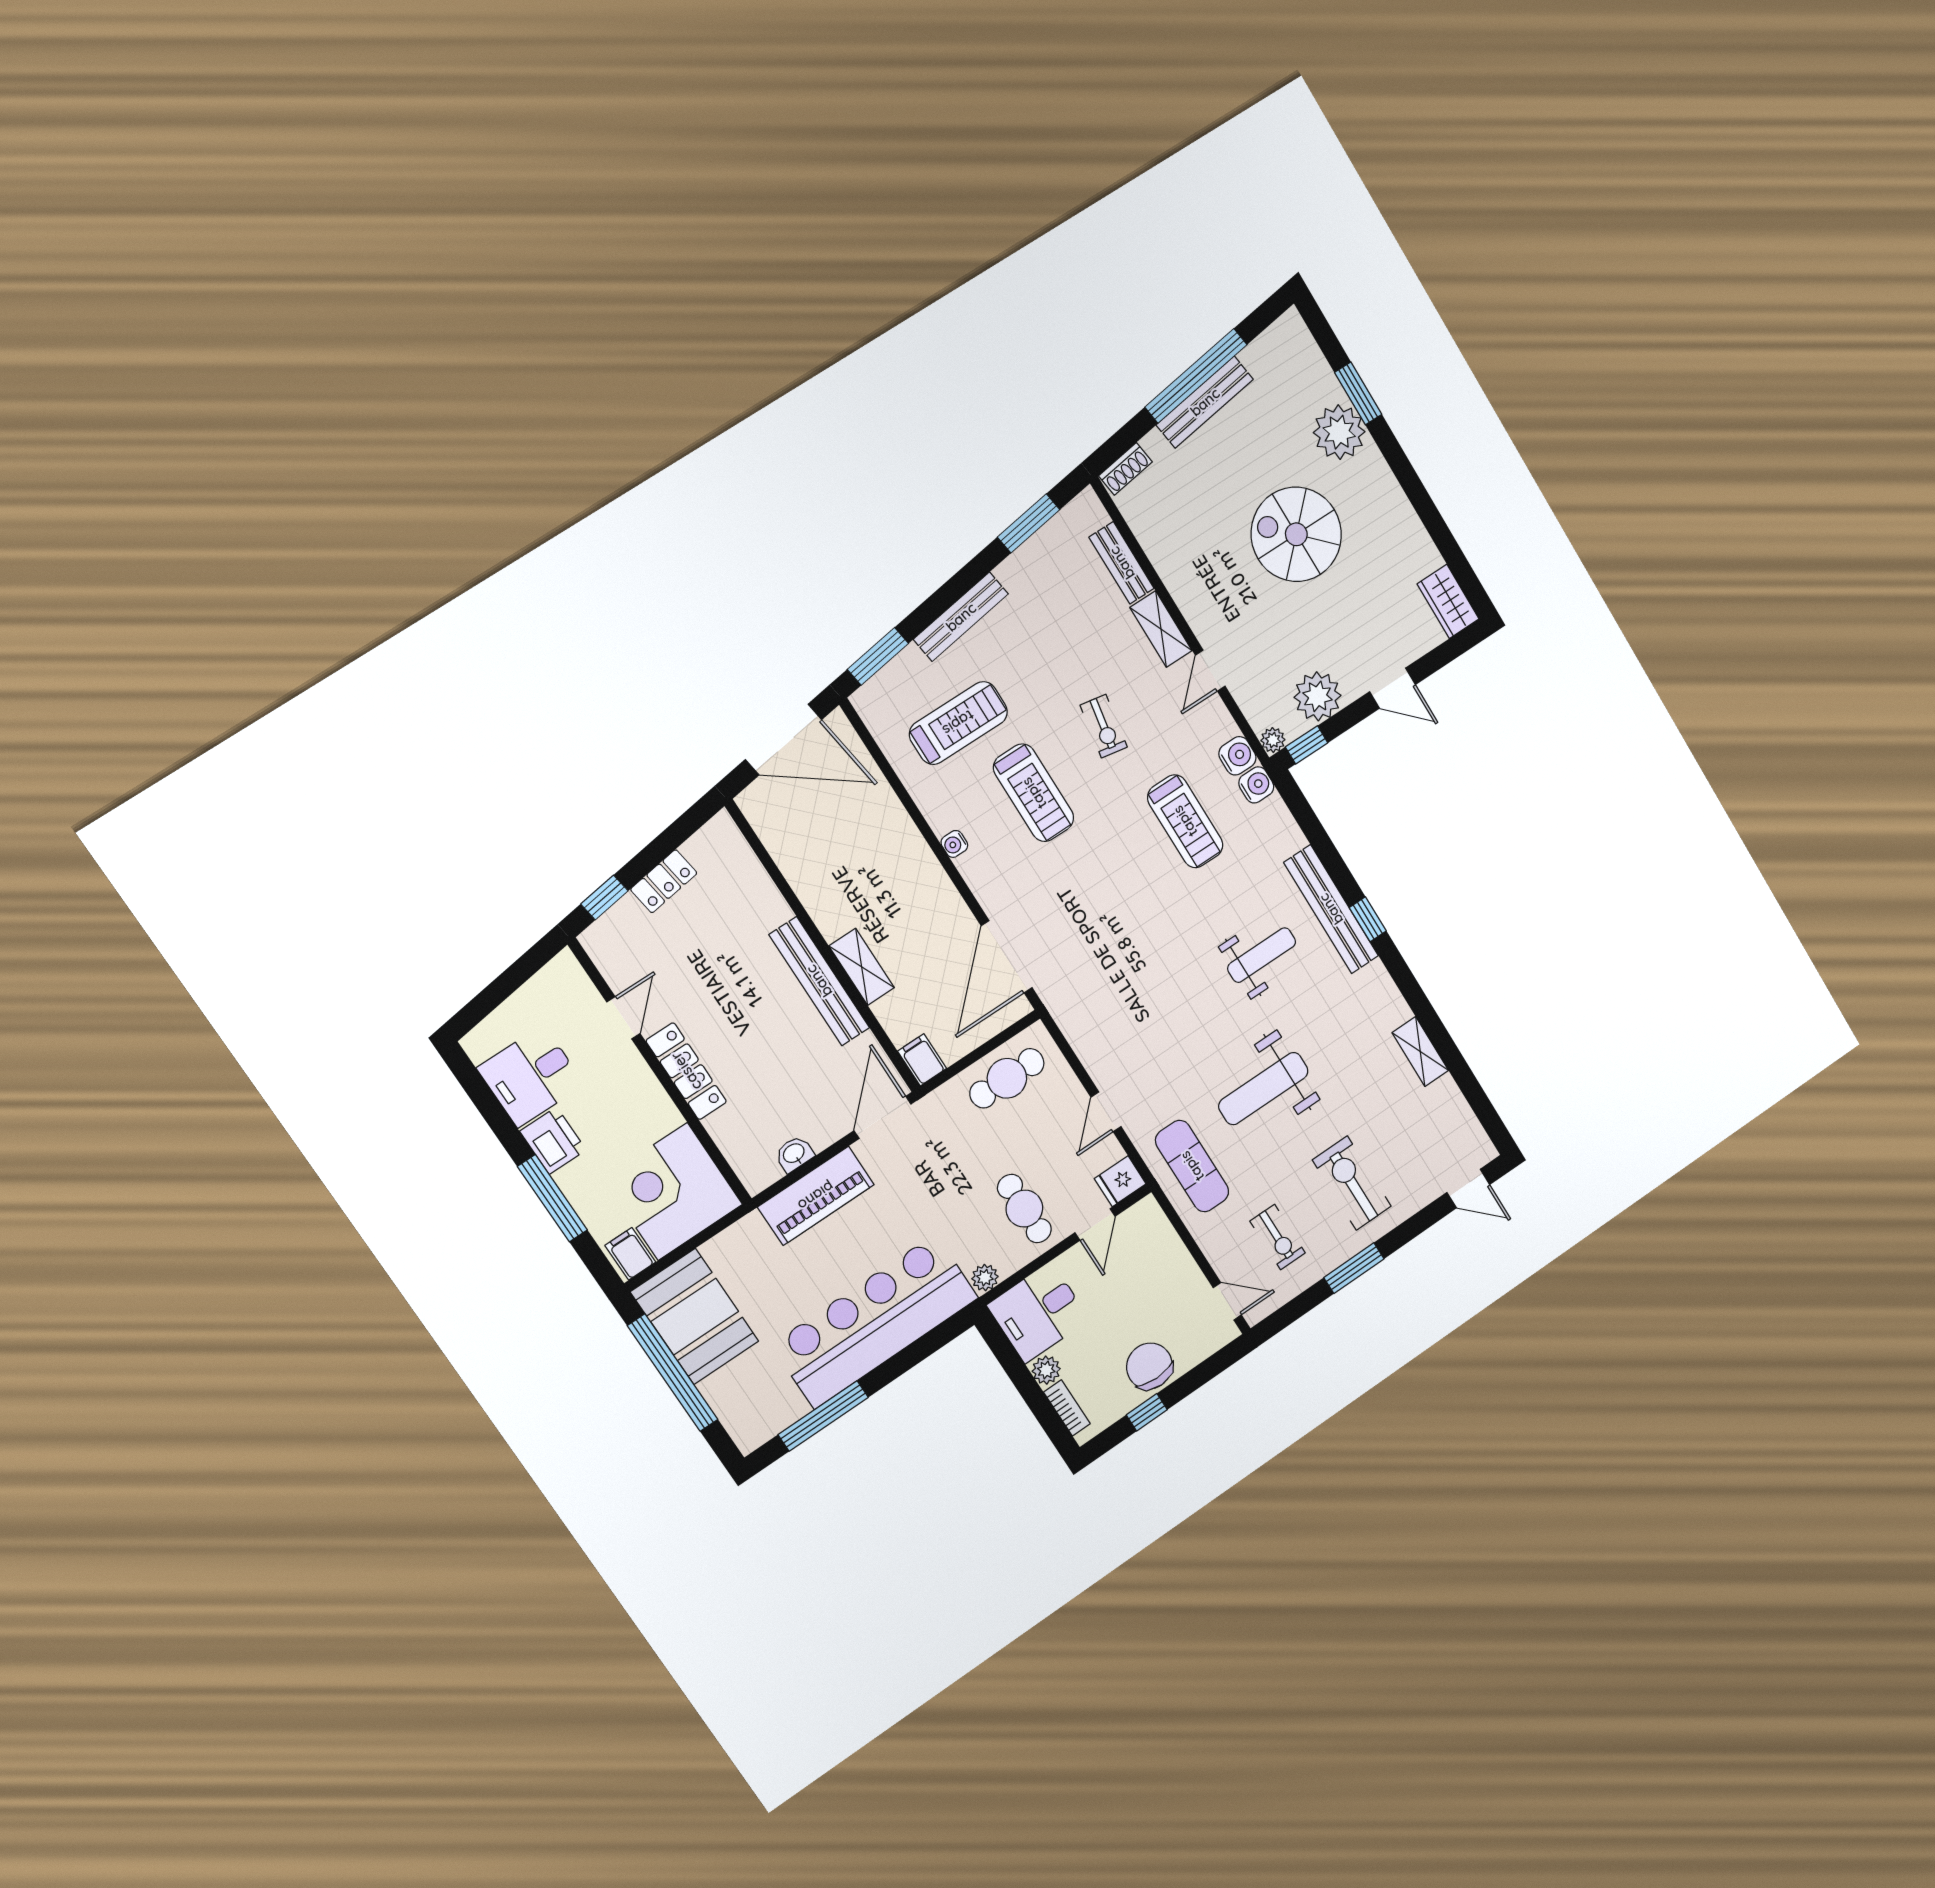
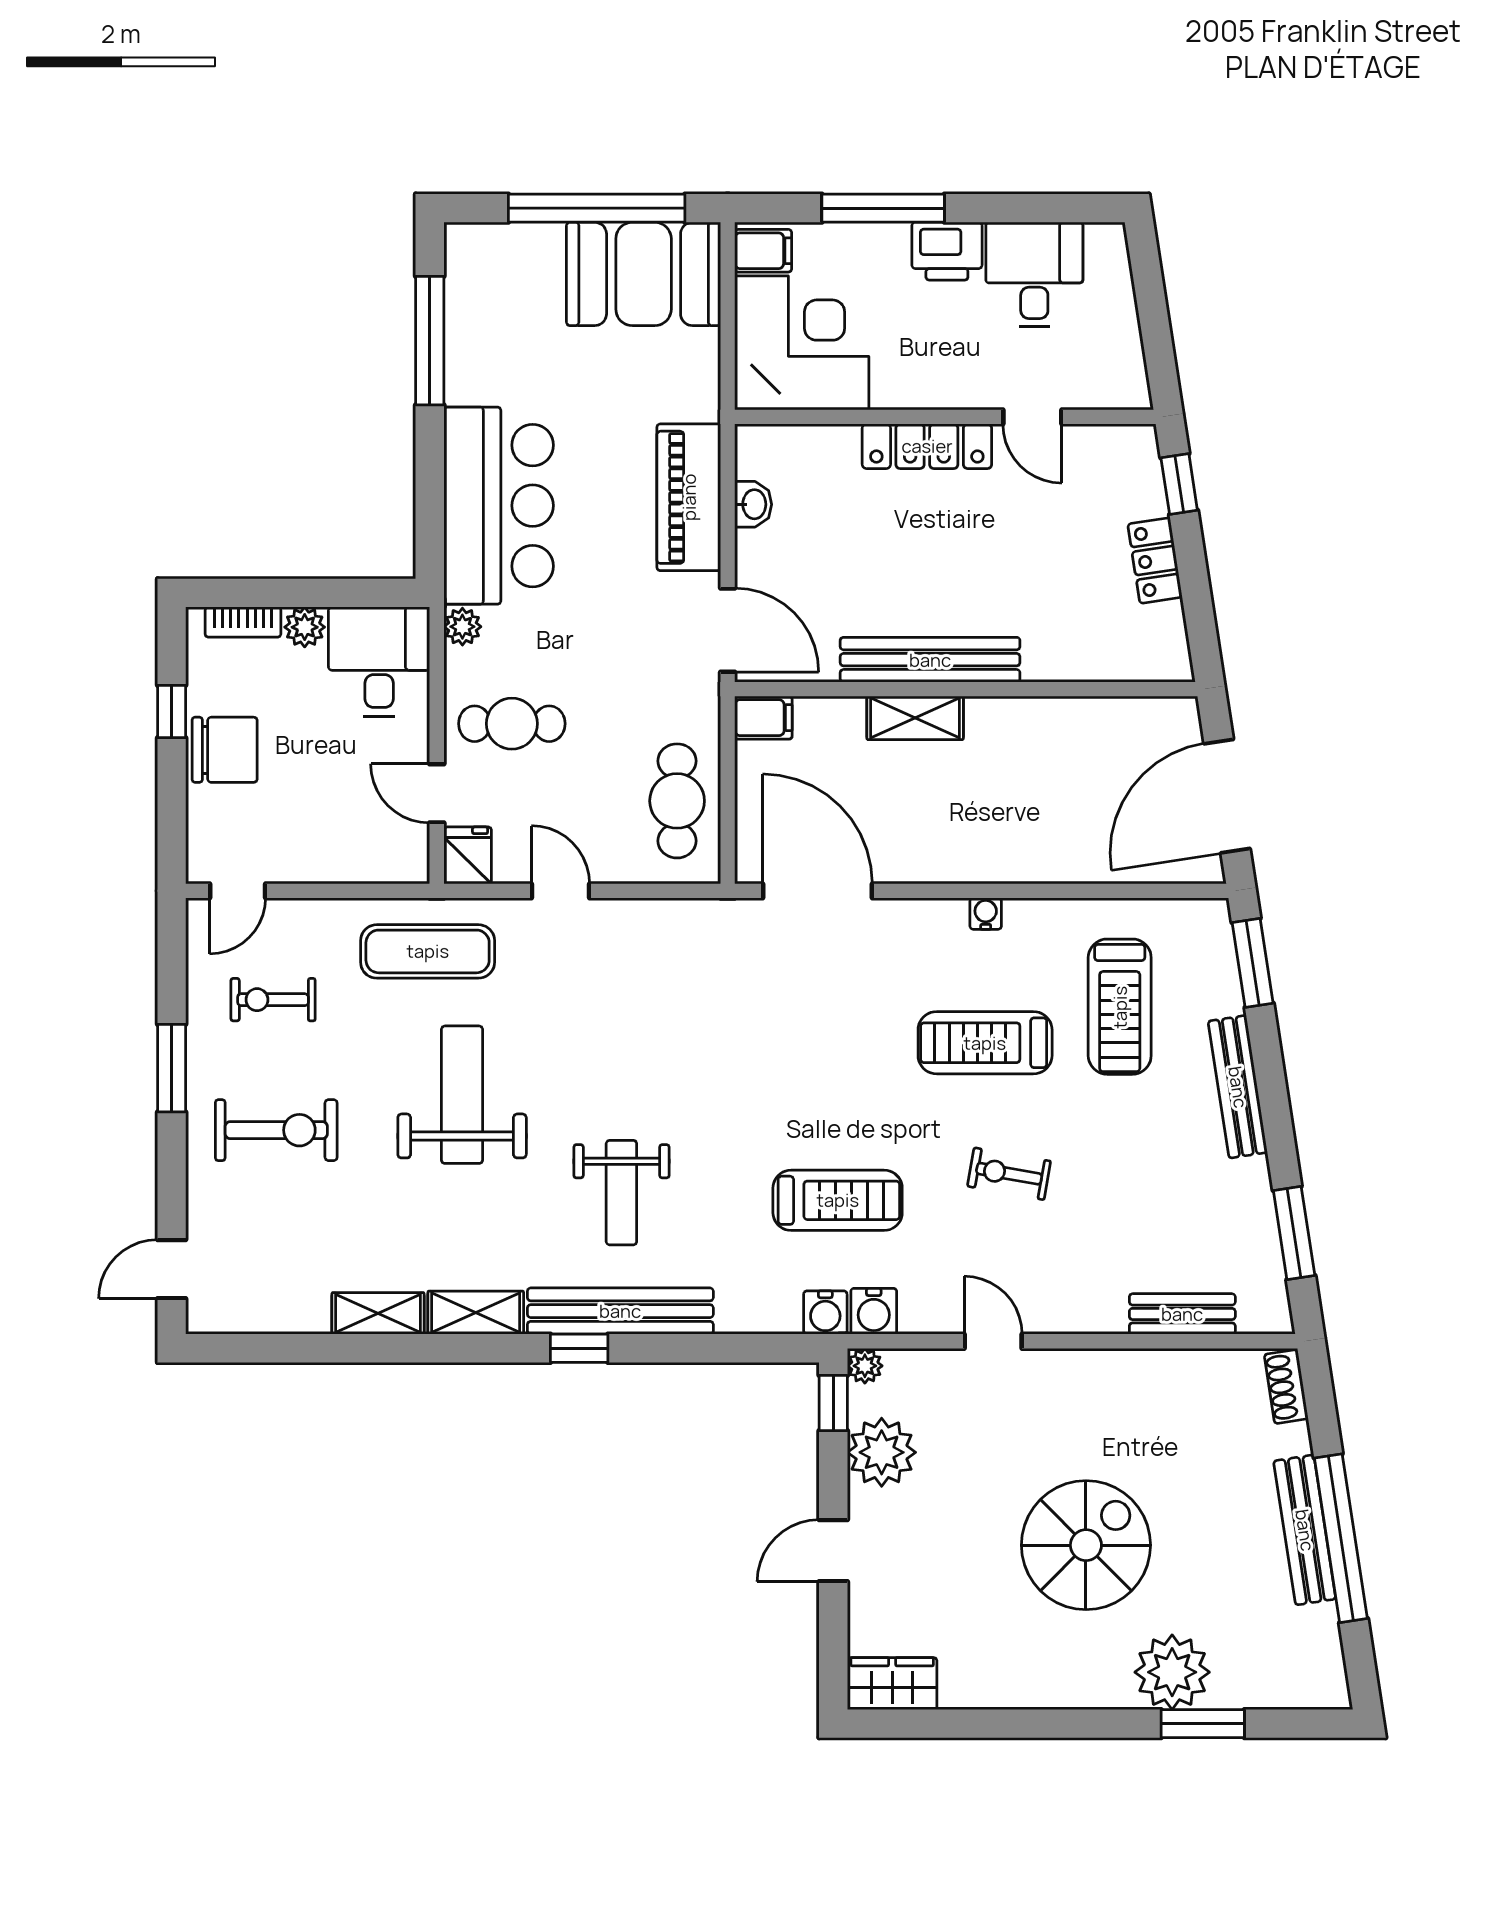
shelving: (1161, 629) -> (476, 1313), moved
treadmill: (1185, 821) -> (838, 1200), turned 180
bar counter: (875, 1321) -> (499, 506), width x0.73

